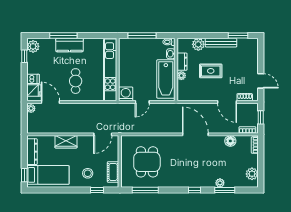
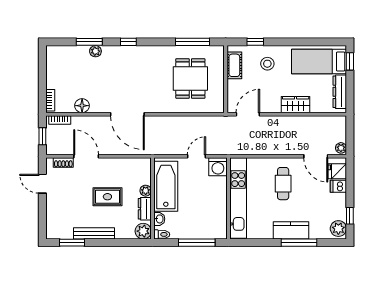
plant: (198, 44) -> (143, 231), moved
plant: (252, 174) -> (54, 63), removed

